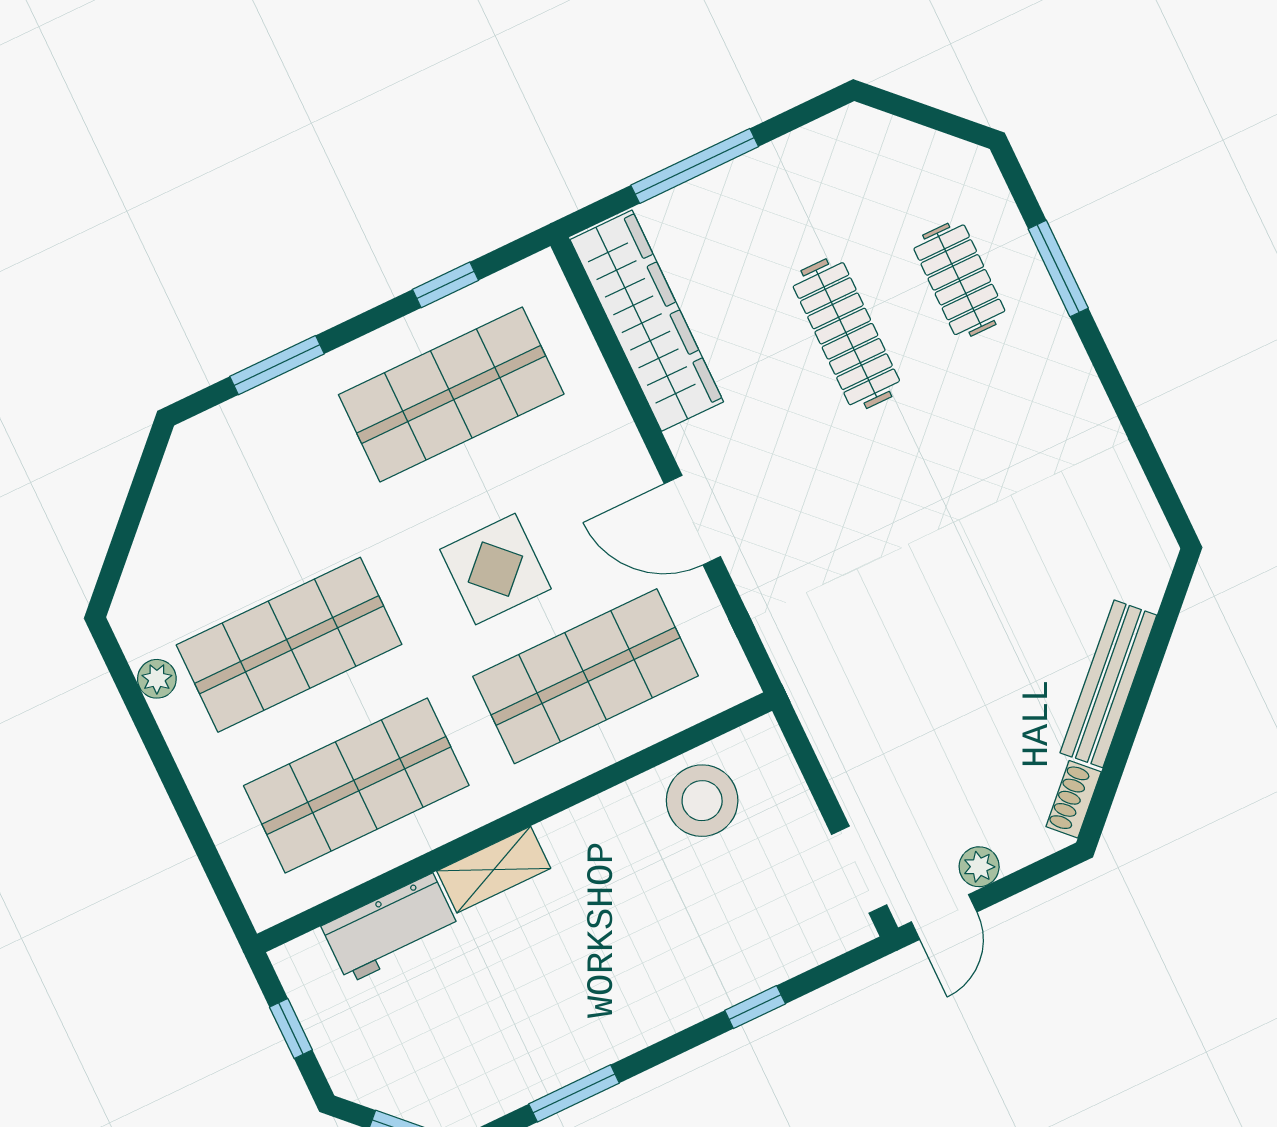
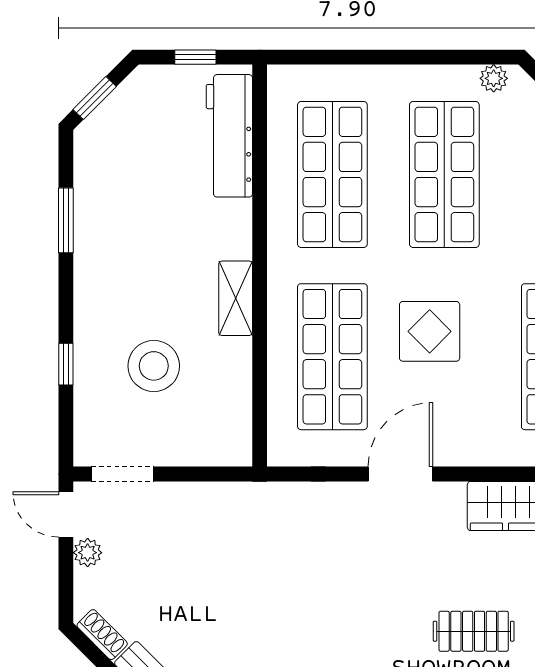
clothes rail: (846, 334) -> (474, 631), width x0.73
plant: (157, 679) -> (494, 78), moved
stool: (702, 801) -> (154, 366), moved
shelving: (494, 870) -> (236, 298), moved
workbench: (391, 928) -> (229, 136), width x1.38

